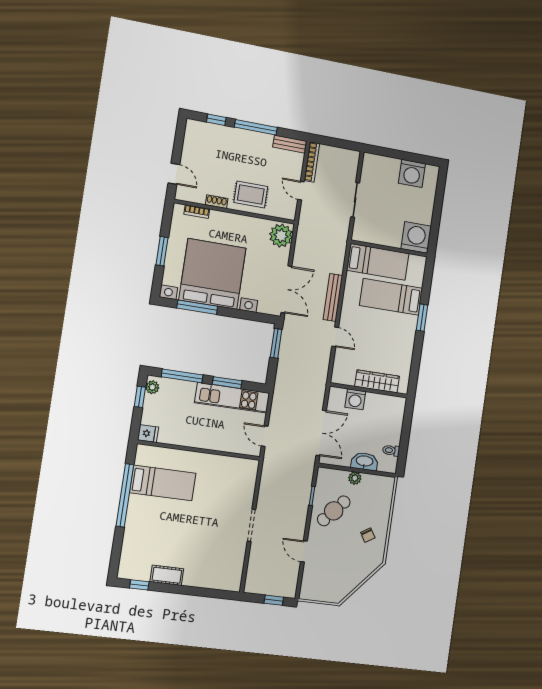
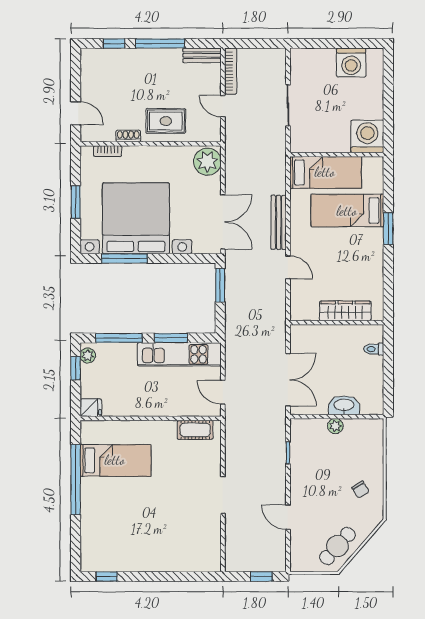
washing machine: (355, 399) -> (322, 335), removed
toilet: (391, 450) -> (374, 349), moved
cafe table: (334, 511) -> (337, 546), moved
cot: (167, 575) -> (195, 430), moved

